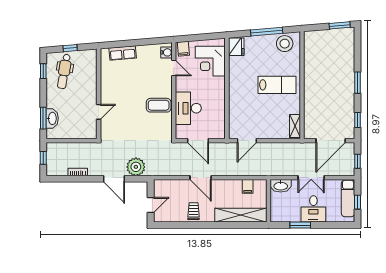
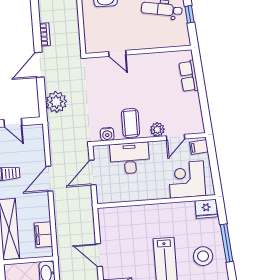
stool: (285, 44) -> (203, 256), moved
water cooler: (166, 52) -> (107, 134), moved
plant: (166, 83) -> (157, 130), added
door: (247, 141) -> (99, 255), moved
door: (114, 179) -> (39, 65), moved
filing cabinet: (248, 186) -> (43, 235), width x2.00

